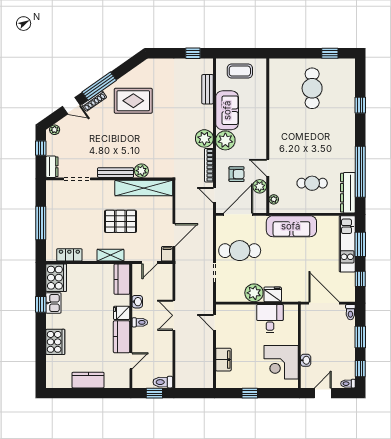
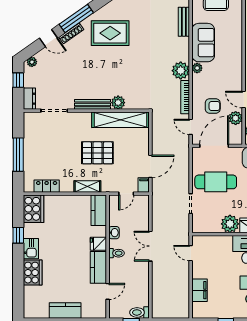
plant: (225, 140) -> (197, 68), width x0.53, depth x0.53
kitchen sink: (53, 303) -> (31, 249), moved

